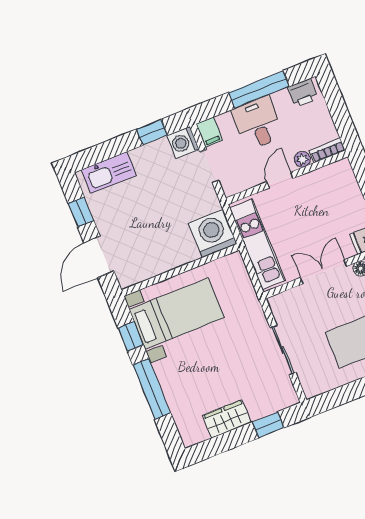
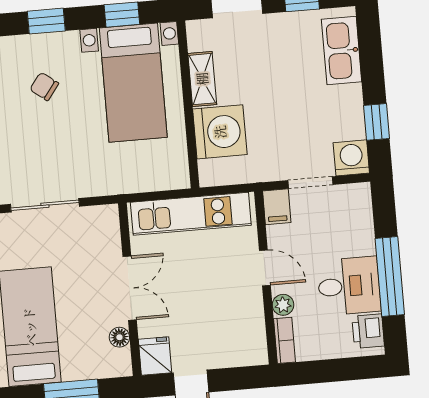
desk: (258, 123) -> (349, 286), moved
filing cabinet: (209, 132) -> (277, 207), moved, turned -90
washing machine: (213, 233) -> (220, 132), moved
shelving: (159, 265) -> (202, 79), added
chair: (199, 376) -> (44, 86), added
window: (152, 389) -> (46, 21), width x0.46

